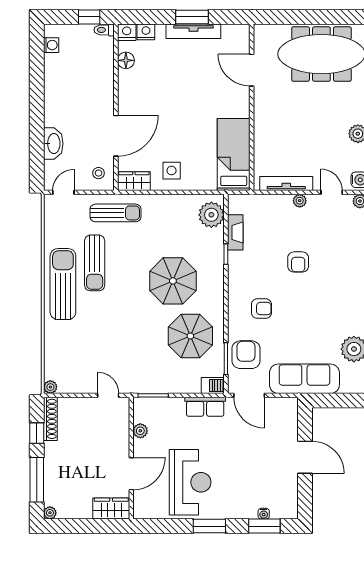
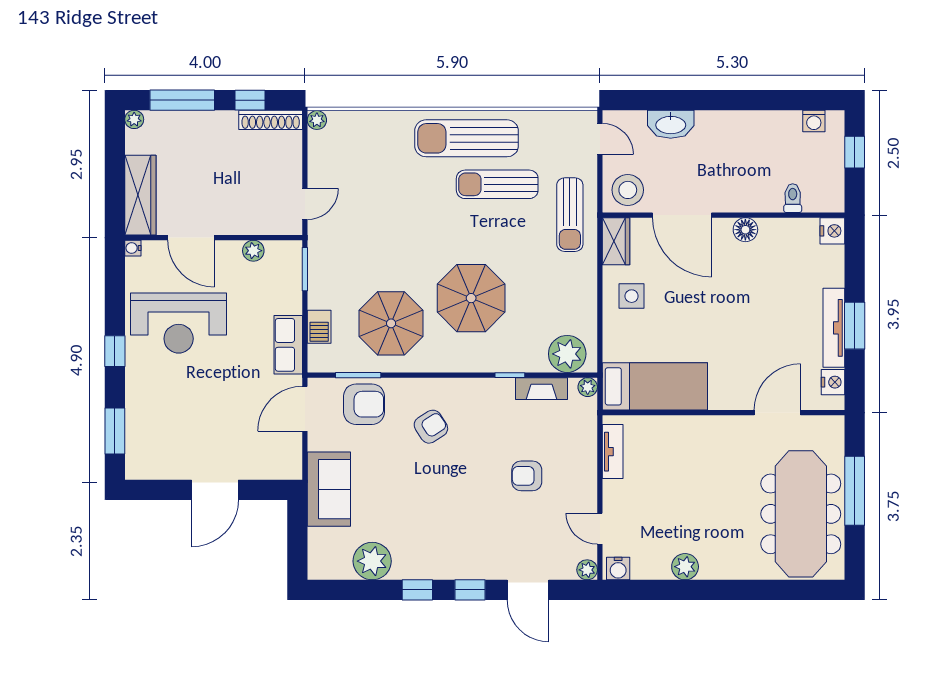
window: (89, 17) -> (855, 152), moved
window: (305, 17) -> (855, 491), added
toilet: (104, 30) -> (793, 198), moved
nightstand: (146, 32) -> (833, 382), moved
floor lamp: (126, 60) -> (745, 230), moved
stool: (99, 173) -> (628, 190), width x1.89, depth x1.89
tv unit: (286, 184) -> (613, 452), width x0.71
door: (332, 192) -> (600, 529), swing flipped
plant: (300, 201) -> (588, 387), moved
armchair: (298, 262) -> (527, 476), moved
sun lounger: (63, 284) -> (467, 138), turned 180
armchair: (261, 309) -> (431, 427), turned -123
sofa: (304, 379) -> (329, 489), width x0.73
barbecue: (213, 386) -> (319, 327), moved
wardrobe: (111, 509) -> (140, 195), width x1.50
water cooler: (264, 514) -> (133, 248), moved
window: (209, 526) -> (115, 351), width x0.67

